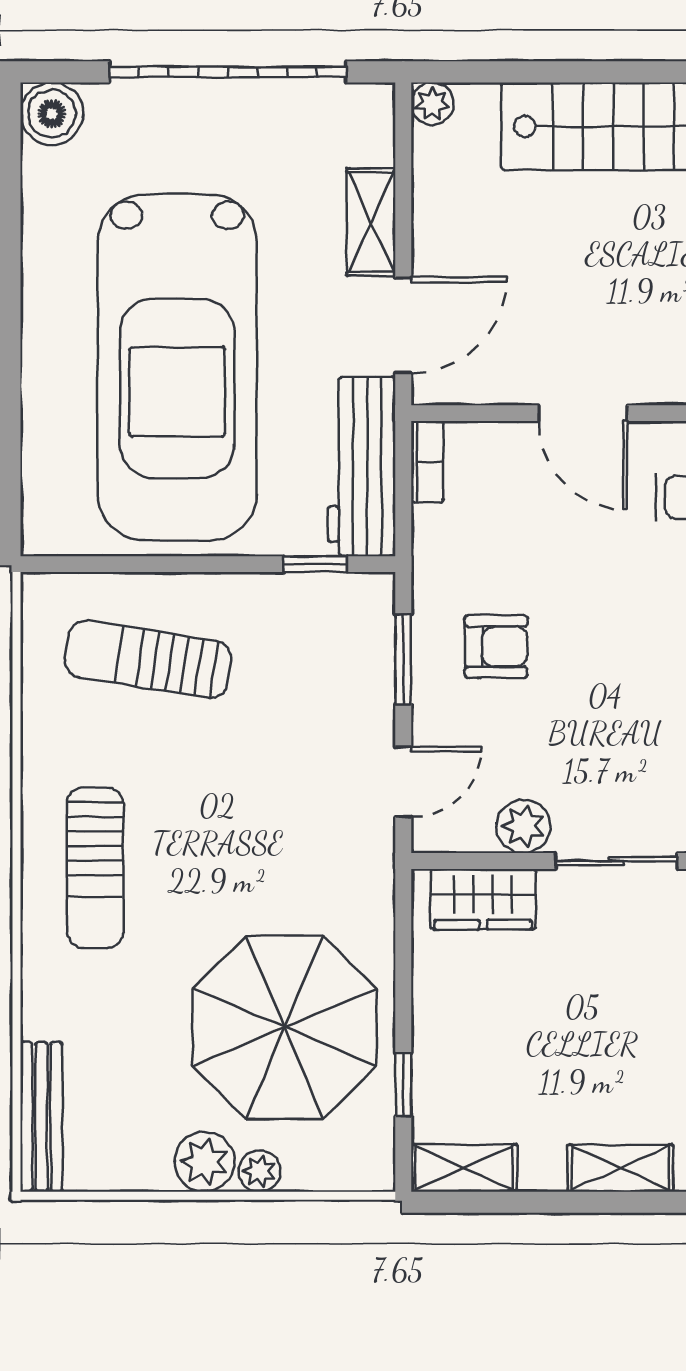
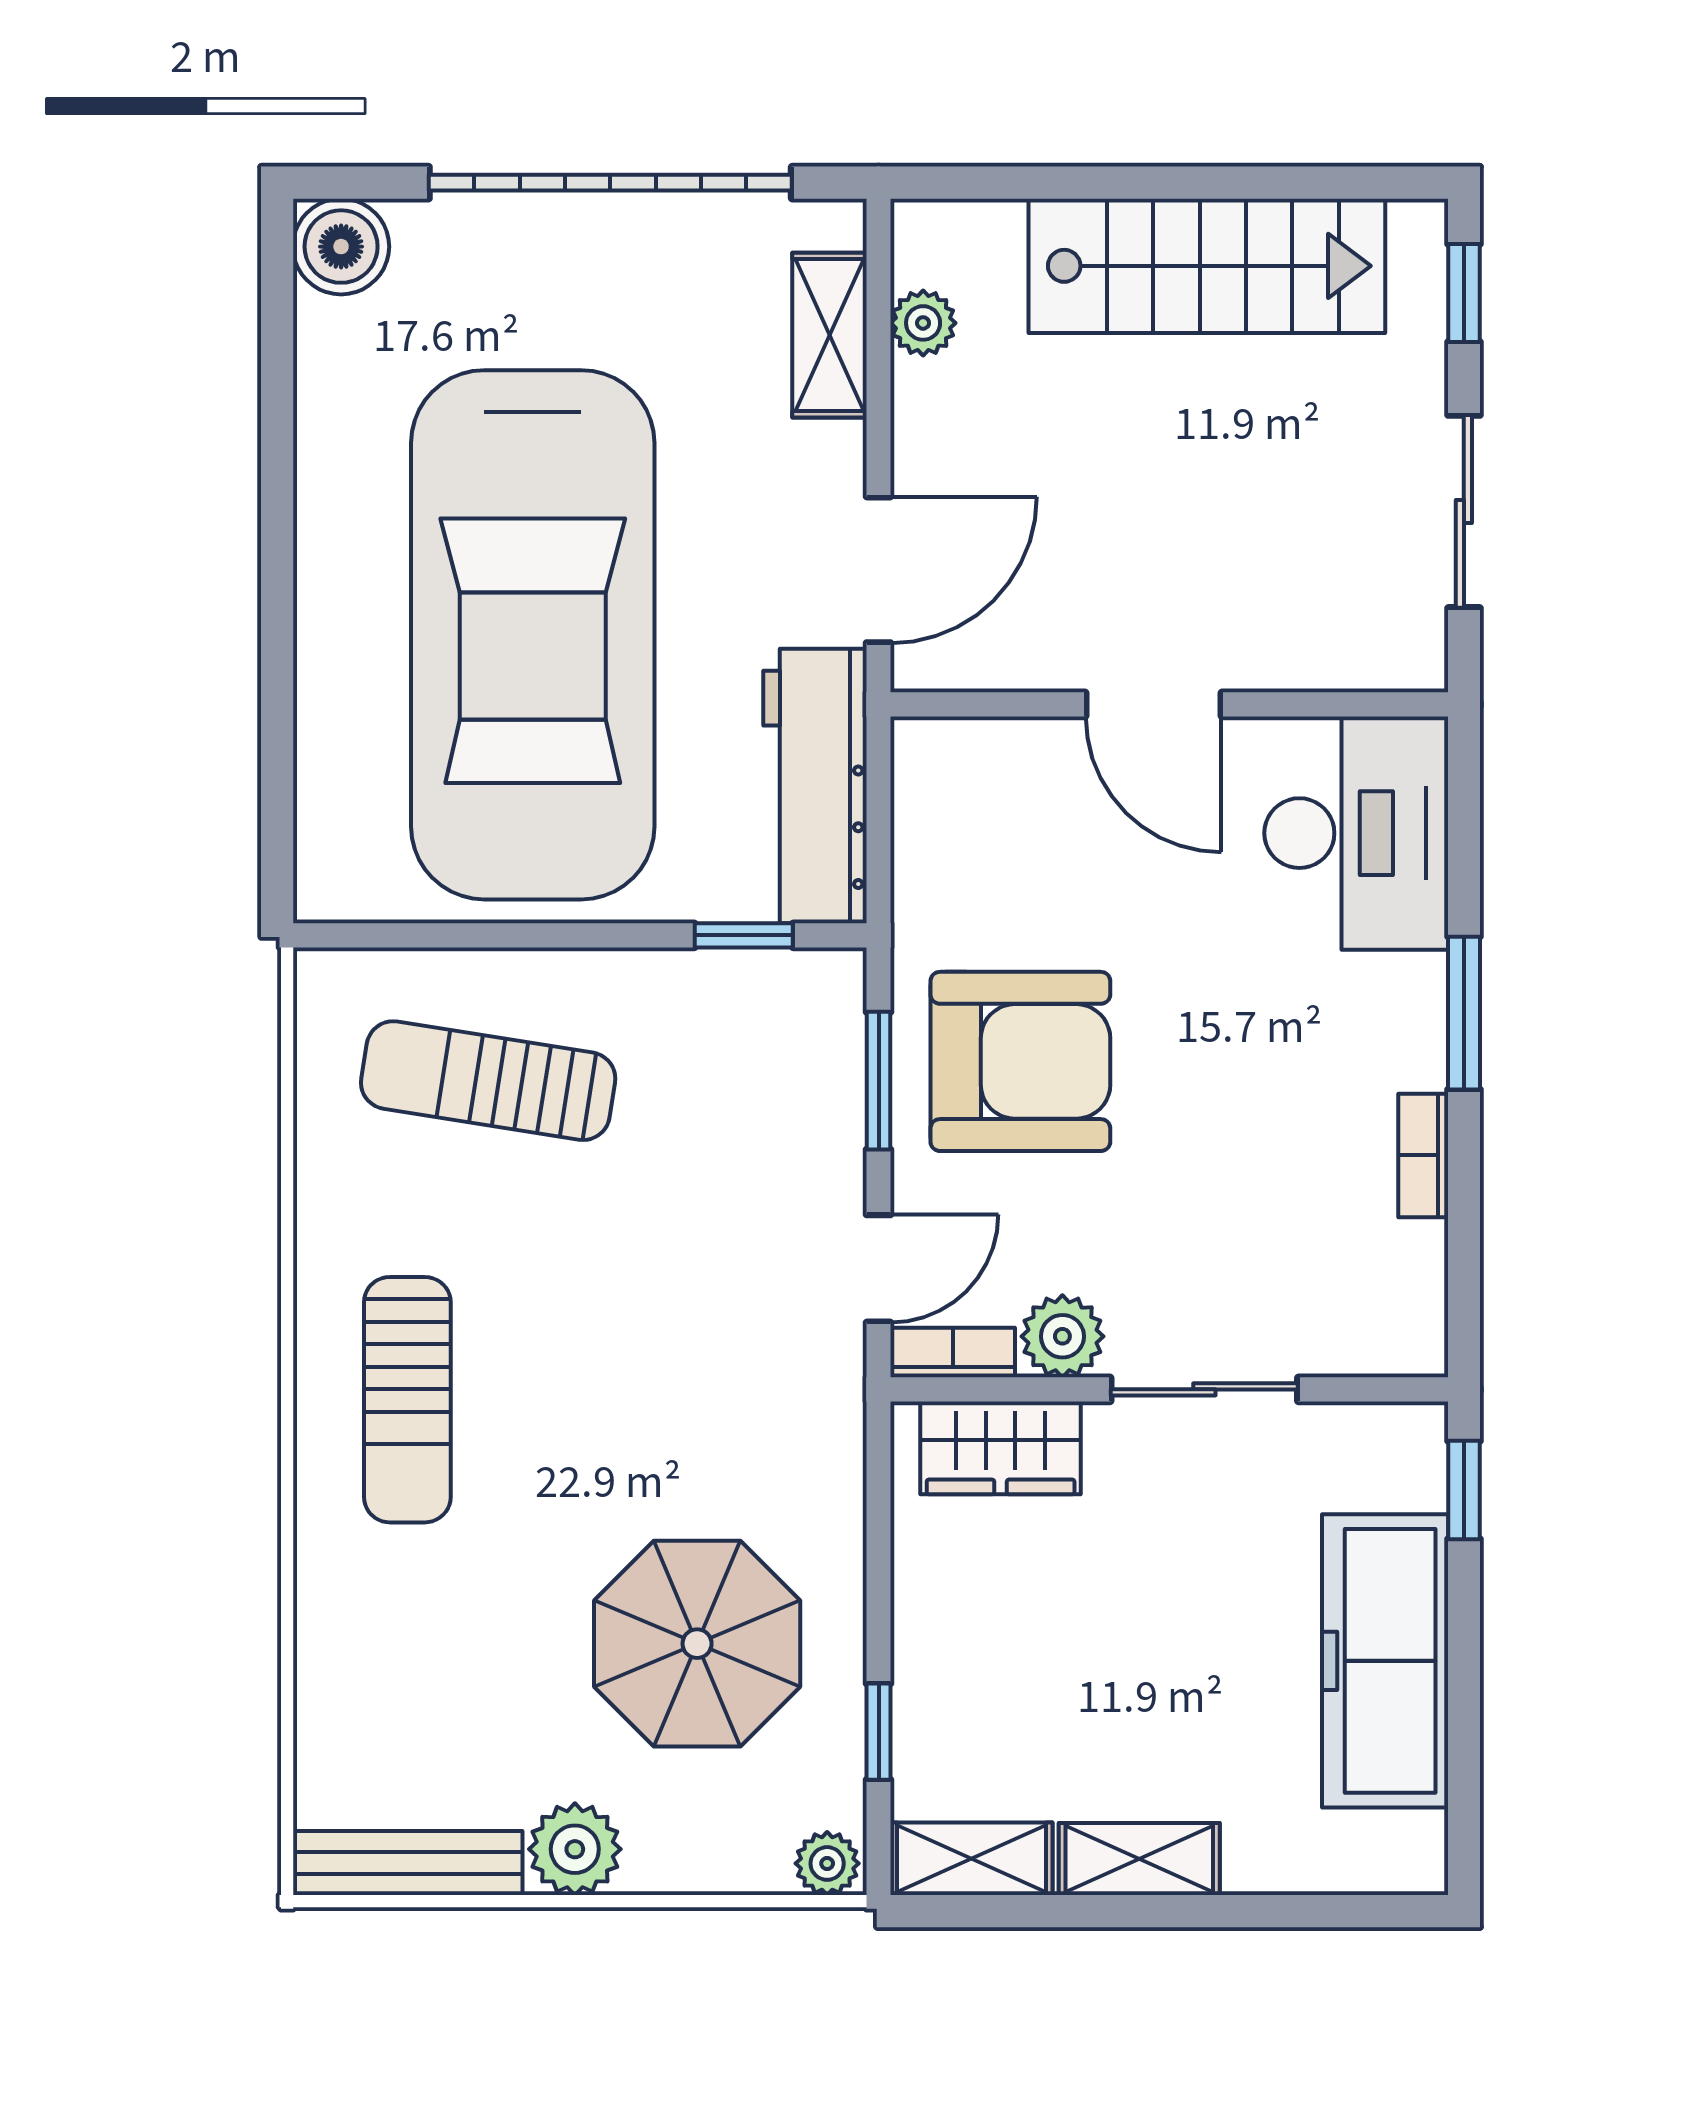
plant: (432, 104) -> (923, 323), moved
shelving: (371, 222) -> (829, 335), moved
bookcase: (427, 462) -> (953, 1353), moved, turned -90
armchair: (496, 647) -> (1020, 1061), width x1.88, depth x1.88
parasol: (285, 1027) -> (697, 1644), width x0.73, depth x0.73
bench: (41, 1117) -> (408, 1863), moved, turned 90
shelving: (620, 1168) -> (1139, 1859), moved
plant: (260, 1171) -> (827, 1863), moved

